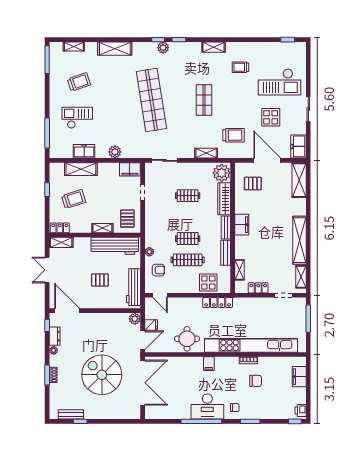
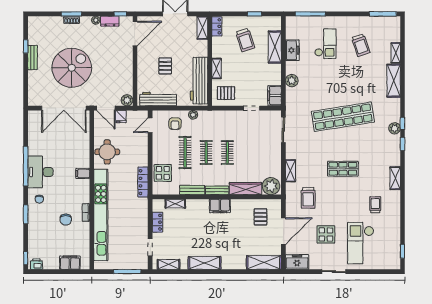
shelving: (74, 47) -> (396, 53), moved
clothes rail: (188, 196) -> (227, 153), moved
shelving: (300, 240) -> (205, 263), width x0.68
bench: (71, 414) -> (33, 57), moved

